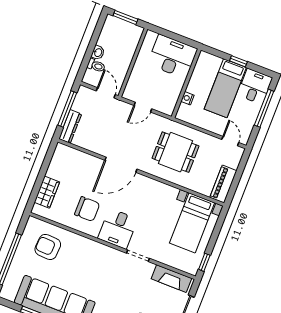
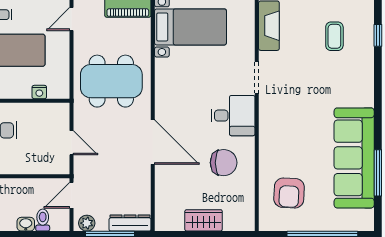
plant: (82, 96) -> (87, 223), added
dining table: (175, 152) -> (111, 81), width x1.38
wardrobe: (47, 192) -> (204, 220), moved
chair: (87, 209) -> (224, 163), turned 90

